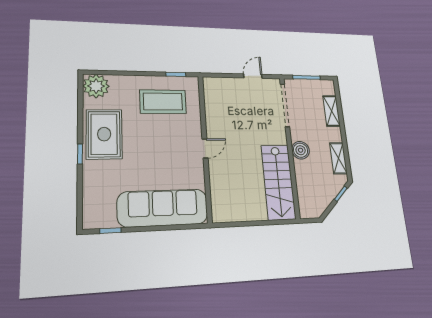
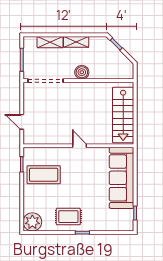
door: (253, 76) -> (22, 122), moved
coffee table: (163, 102) -> (44, 175), turned 90
rug: (104, 134) -> (68, 217), width x0.73, depth x0.70
shelving: (338, 158) -> (76, 42), moved
stairs: (278, 182) -> (123, 115), moved, turned 90

